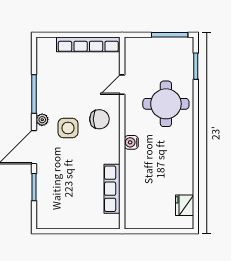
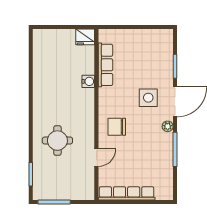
round table: (166, 104) -> (57, 141), width x0.73, depth x0.73
side table: (68, 128) -> (148, 98), moved
water cooler: (131, 142) -> (88, 81), moved
fridge: (185, 205) -> (85, 37), moved, turned 90

